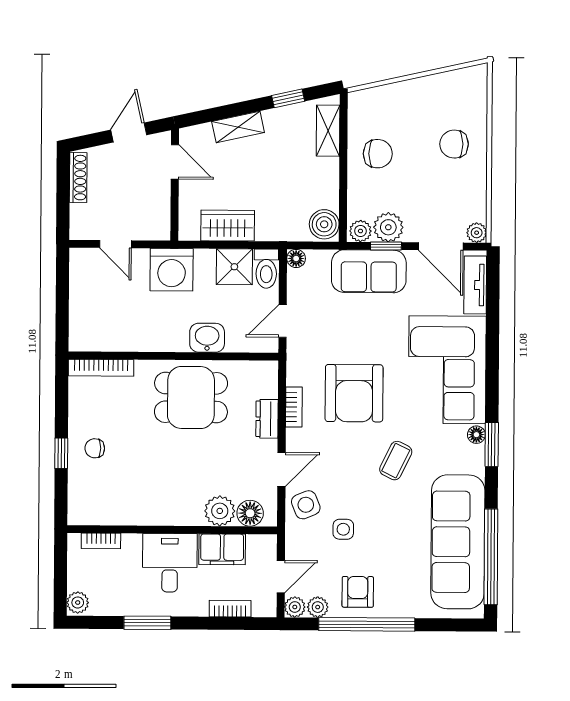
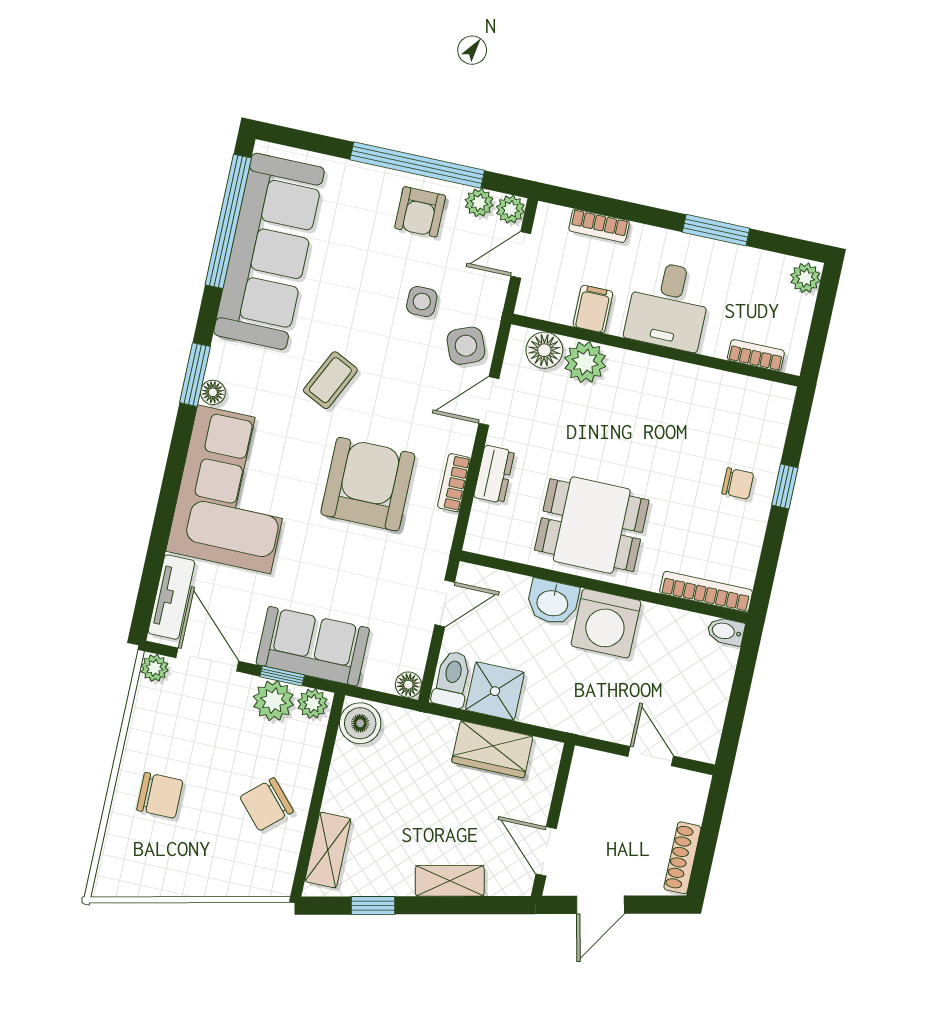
chair: (378, 154) -> (267, 804), turned -42
washing machine: (172, 270) -> (606, 623), moved, turned 180
bidet: (81, 343) -> (726, 631), added
filing cabinet: (222, 549) -> (593, 309), width x0.50

